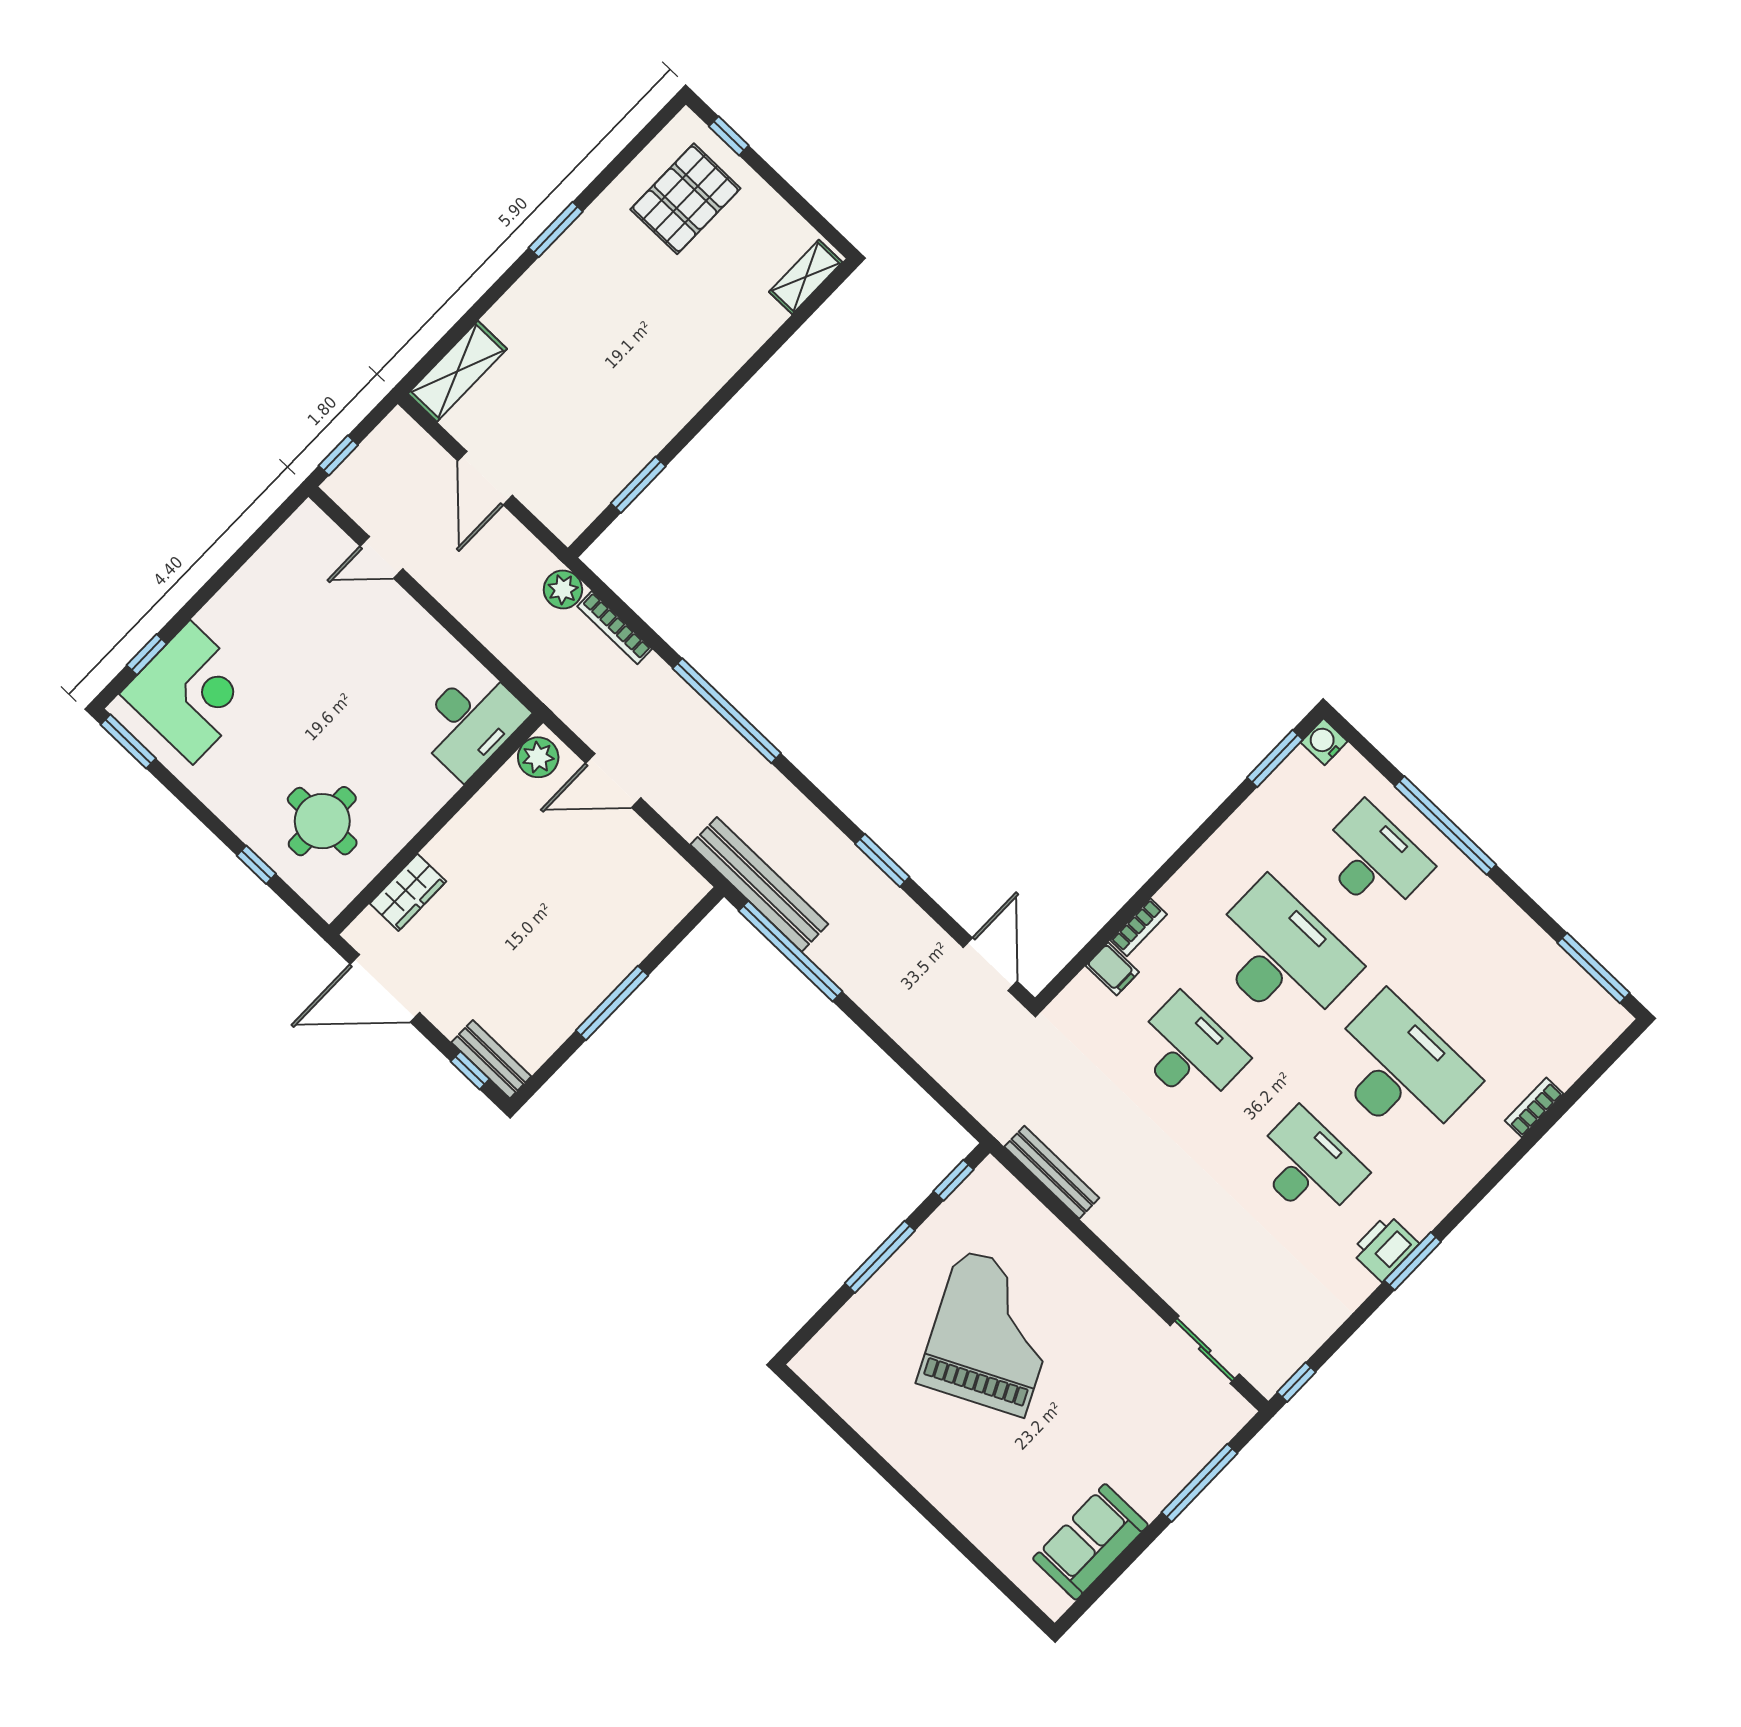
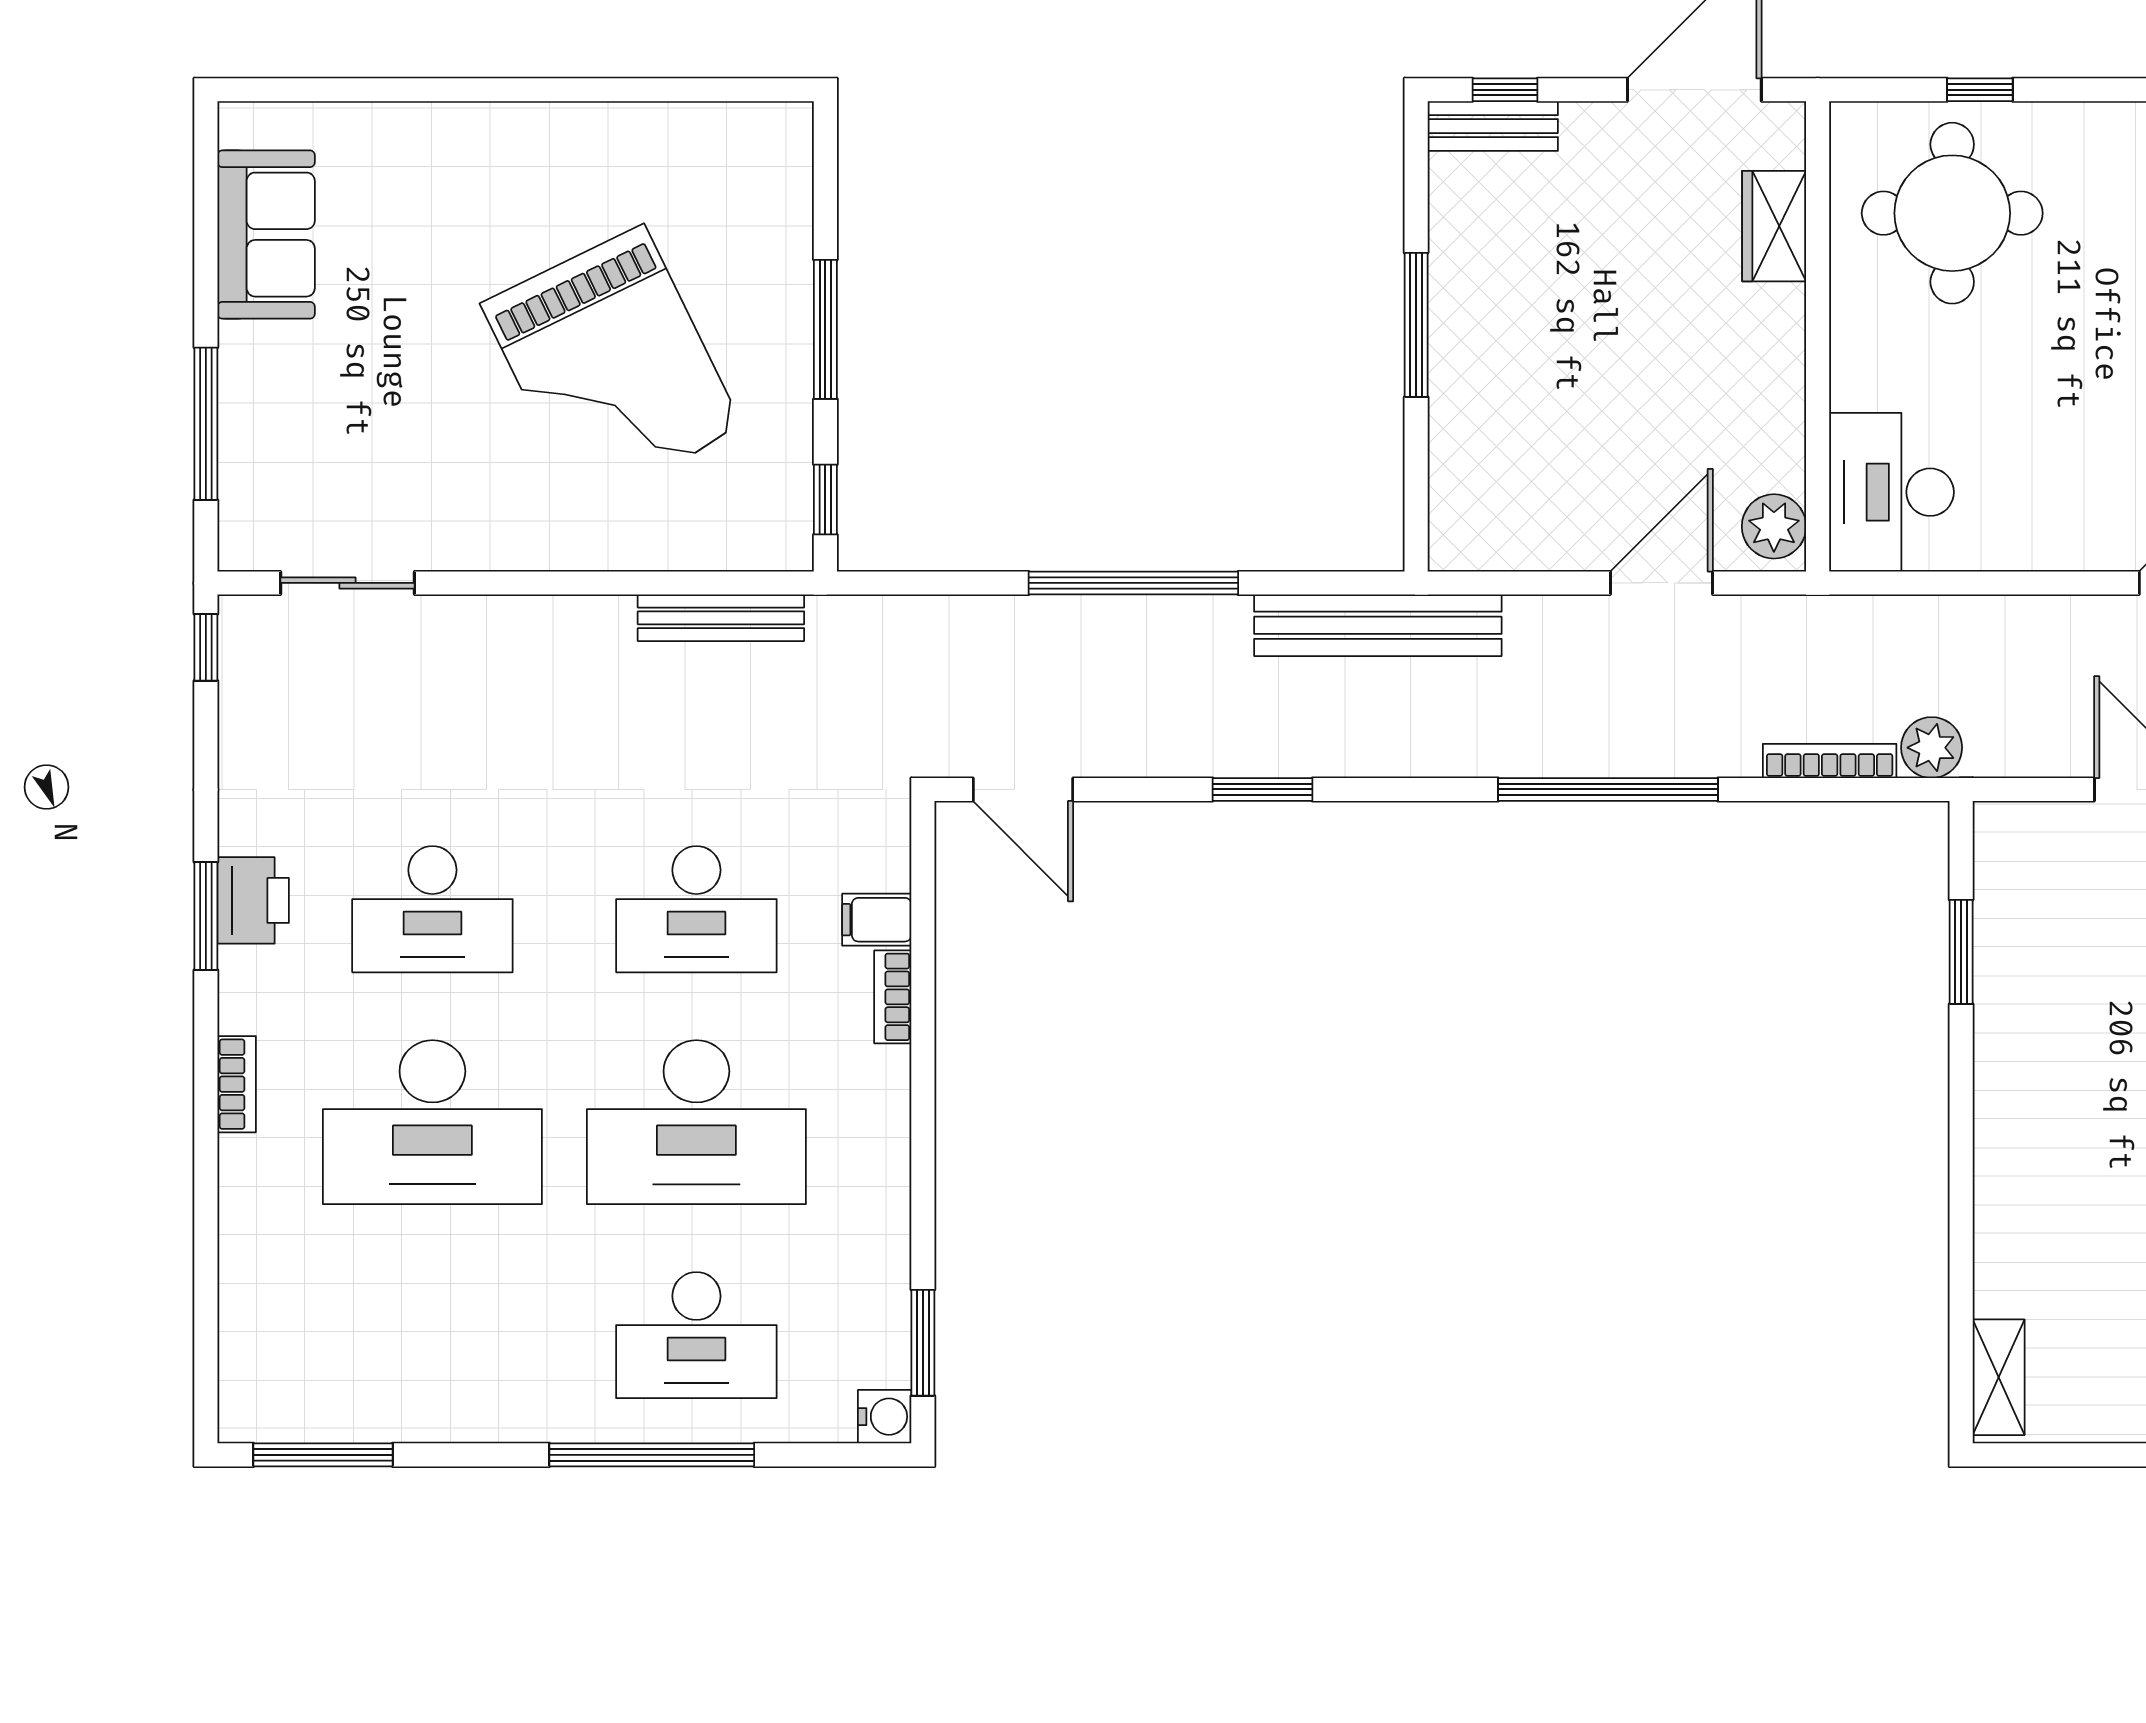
round table: (322, 821) -> (1952, 213), width x1.36, depth x1.36
window: (790, 951) -> (1133, 583), moved
bookcase: (1534, 1107) -> (237, 1084), moved

